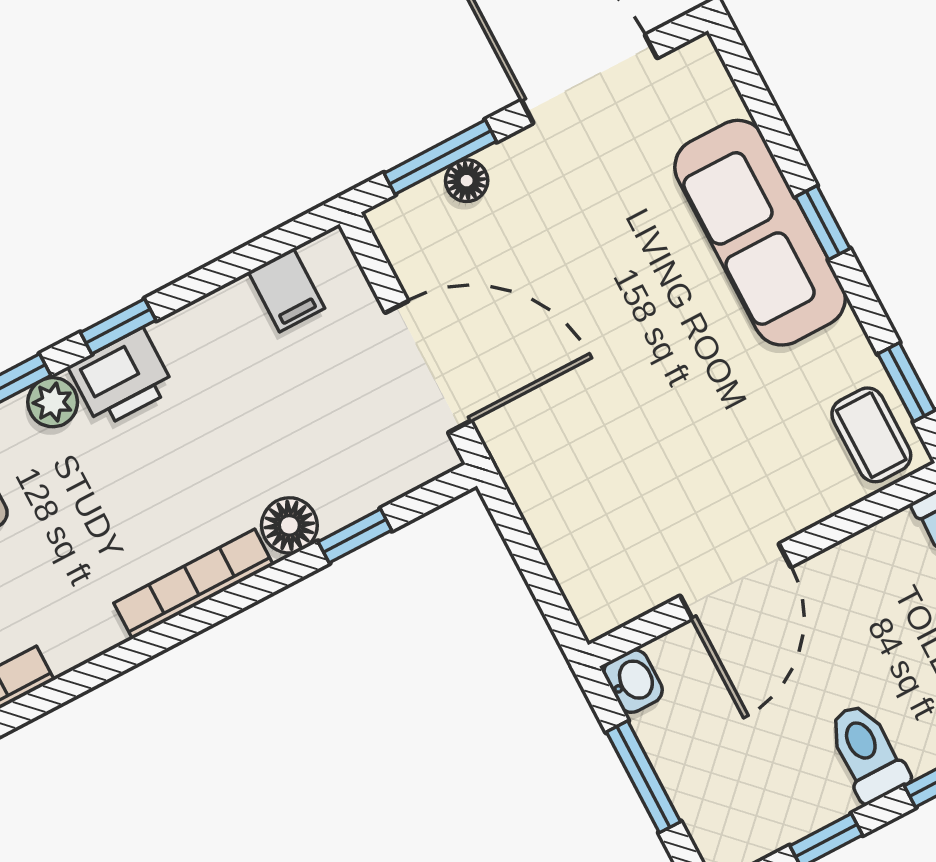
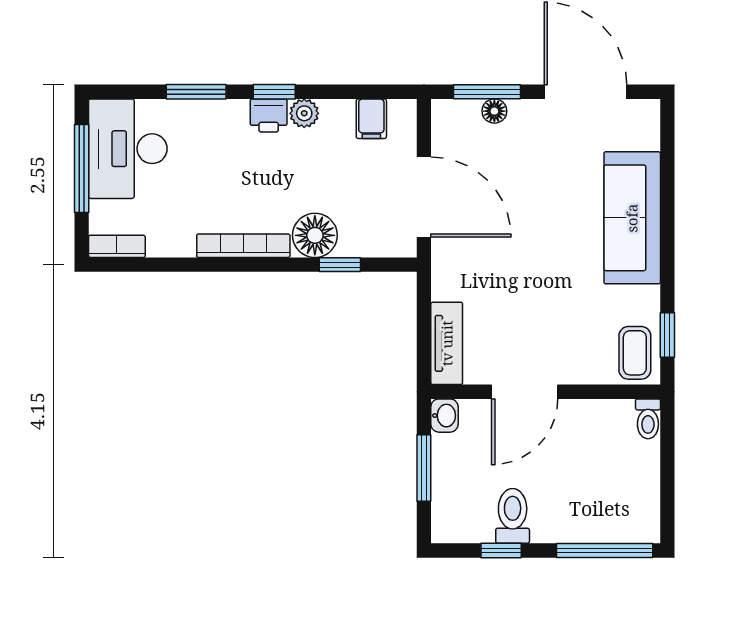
window: (823, 223) -> (667, 230), removed
printer: (122, 378) -> (269, 115), width x0.73, depth x0.81
plant: (53, 402) -> (304, 113), moved
floor lamp: (289, 525) -> (315, 235), width x1.38, depth x1.38
tv unit: (579, 570) -> (447, 343), added
toilet: (867, 752) -> (513, 516), moved

